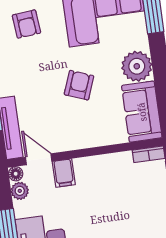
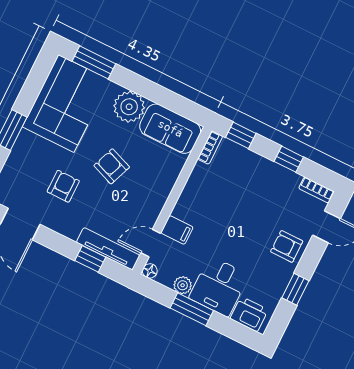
armchair: (26, 24) -> (63, 186), moved, turned -85
plant: (20, 191) -> (183, 285), moved

